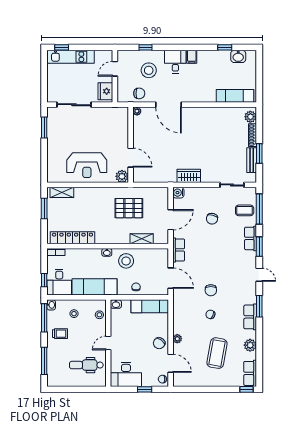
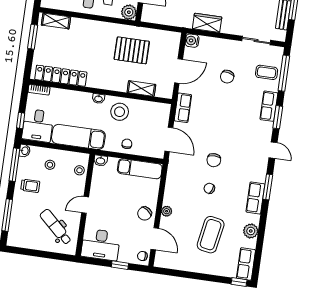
dental chair: (86, 365) -> (56, 227), turned 43

